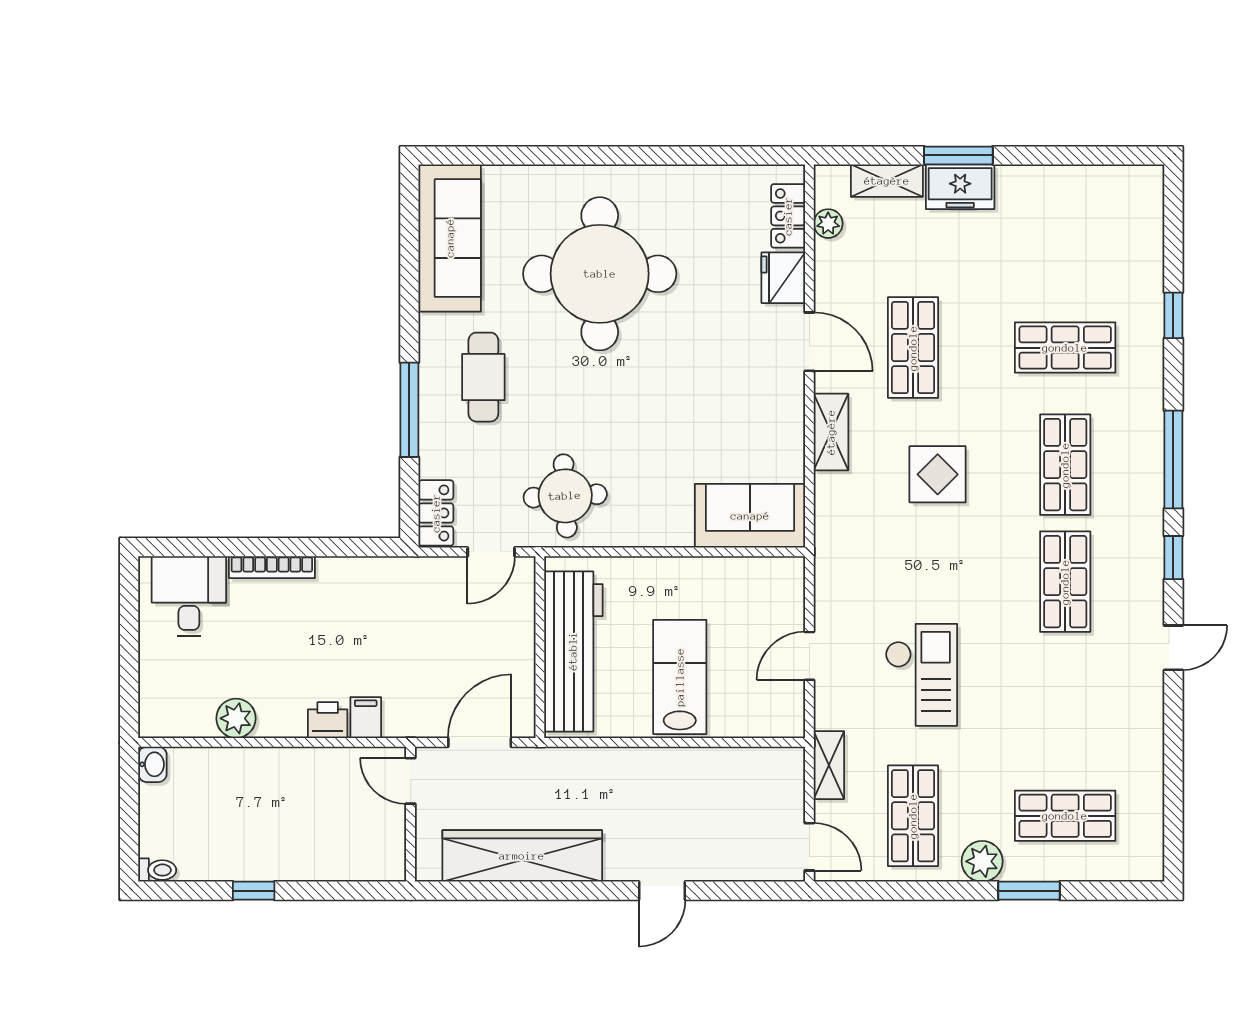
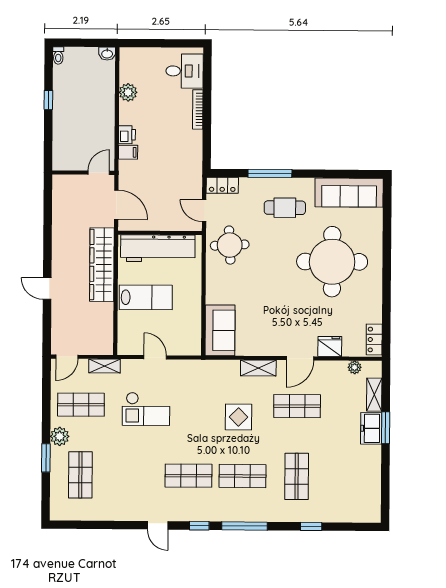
locker: (788, 216) -> (374, 340), moved, turned -90
wardrobe: (522, 856) -> (102, 265), moved, turned 180

